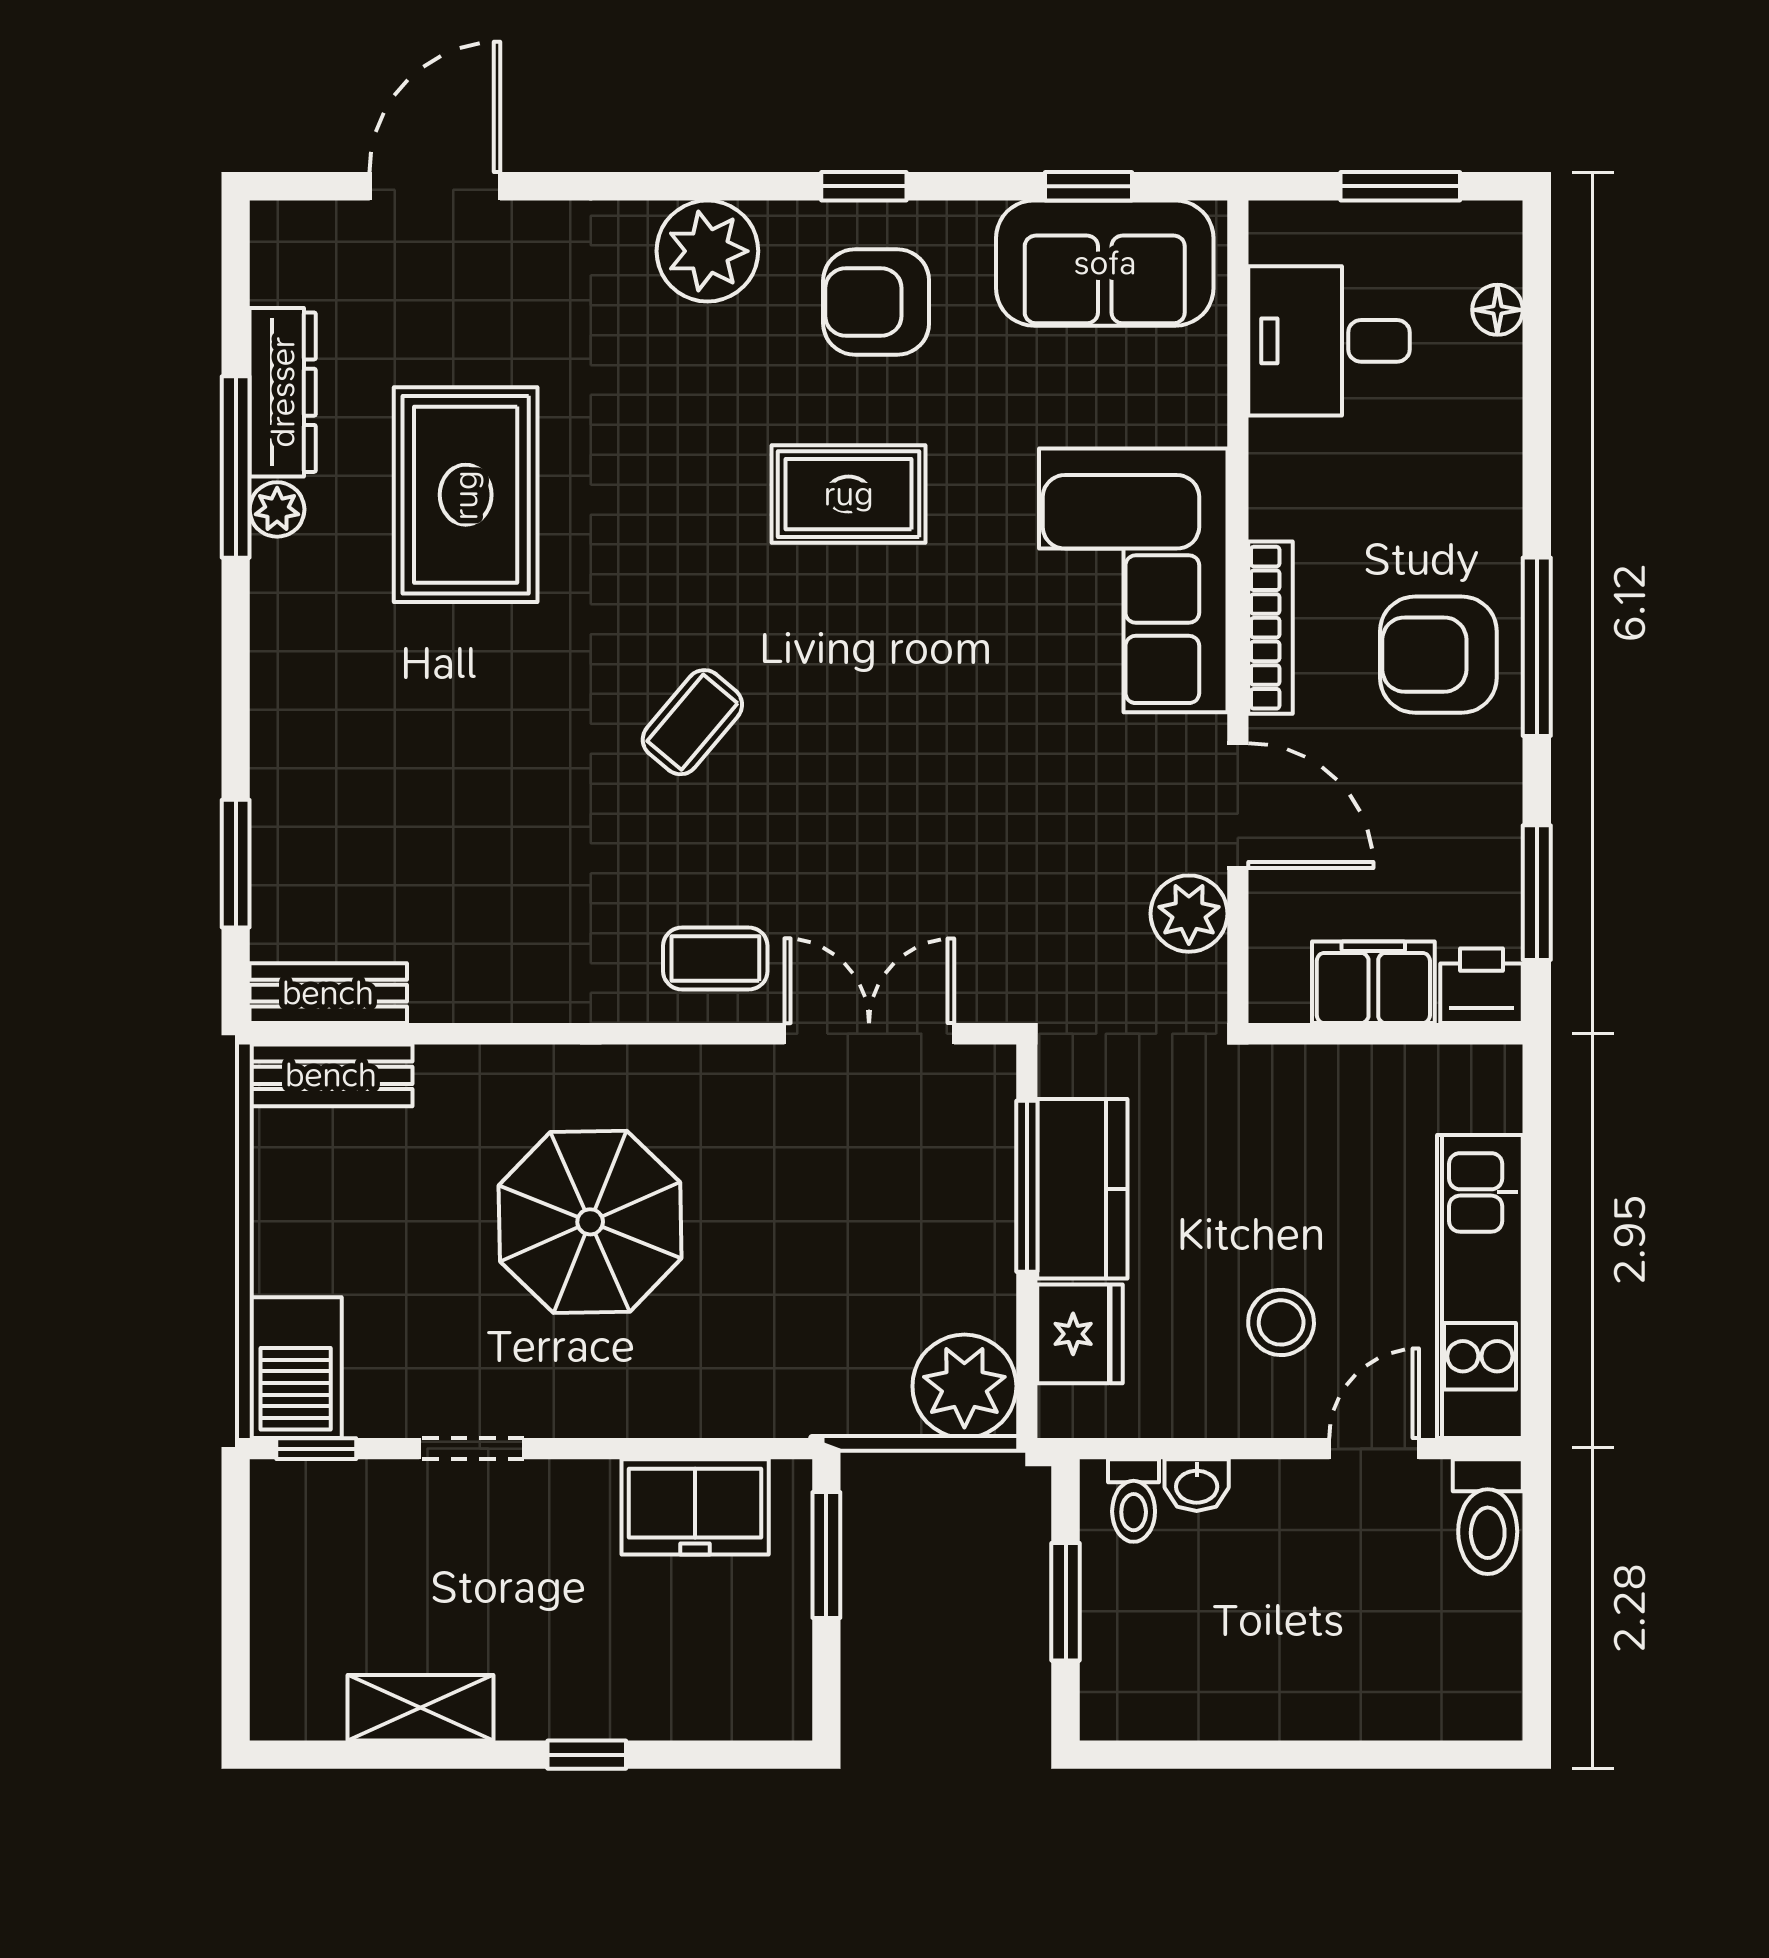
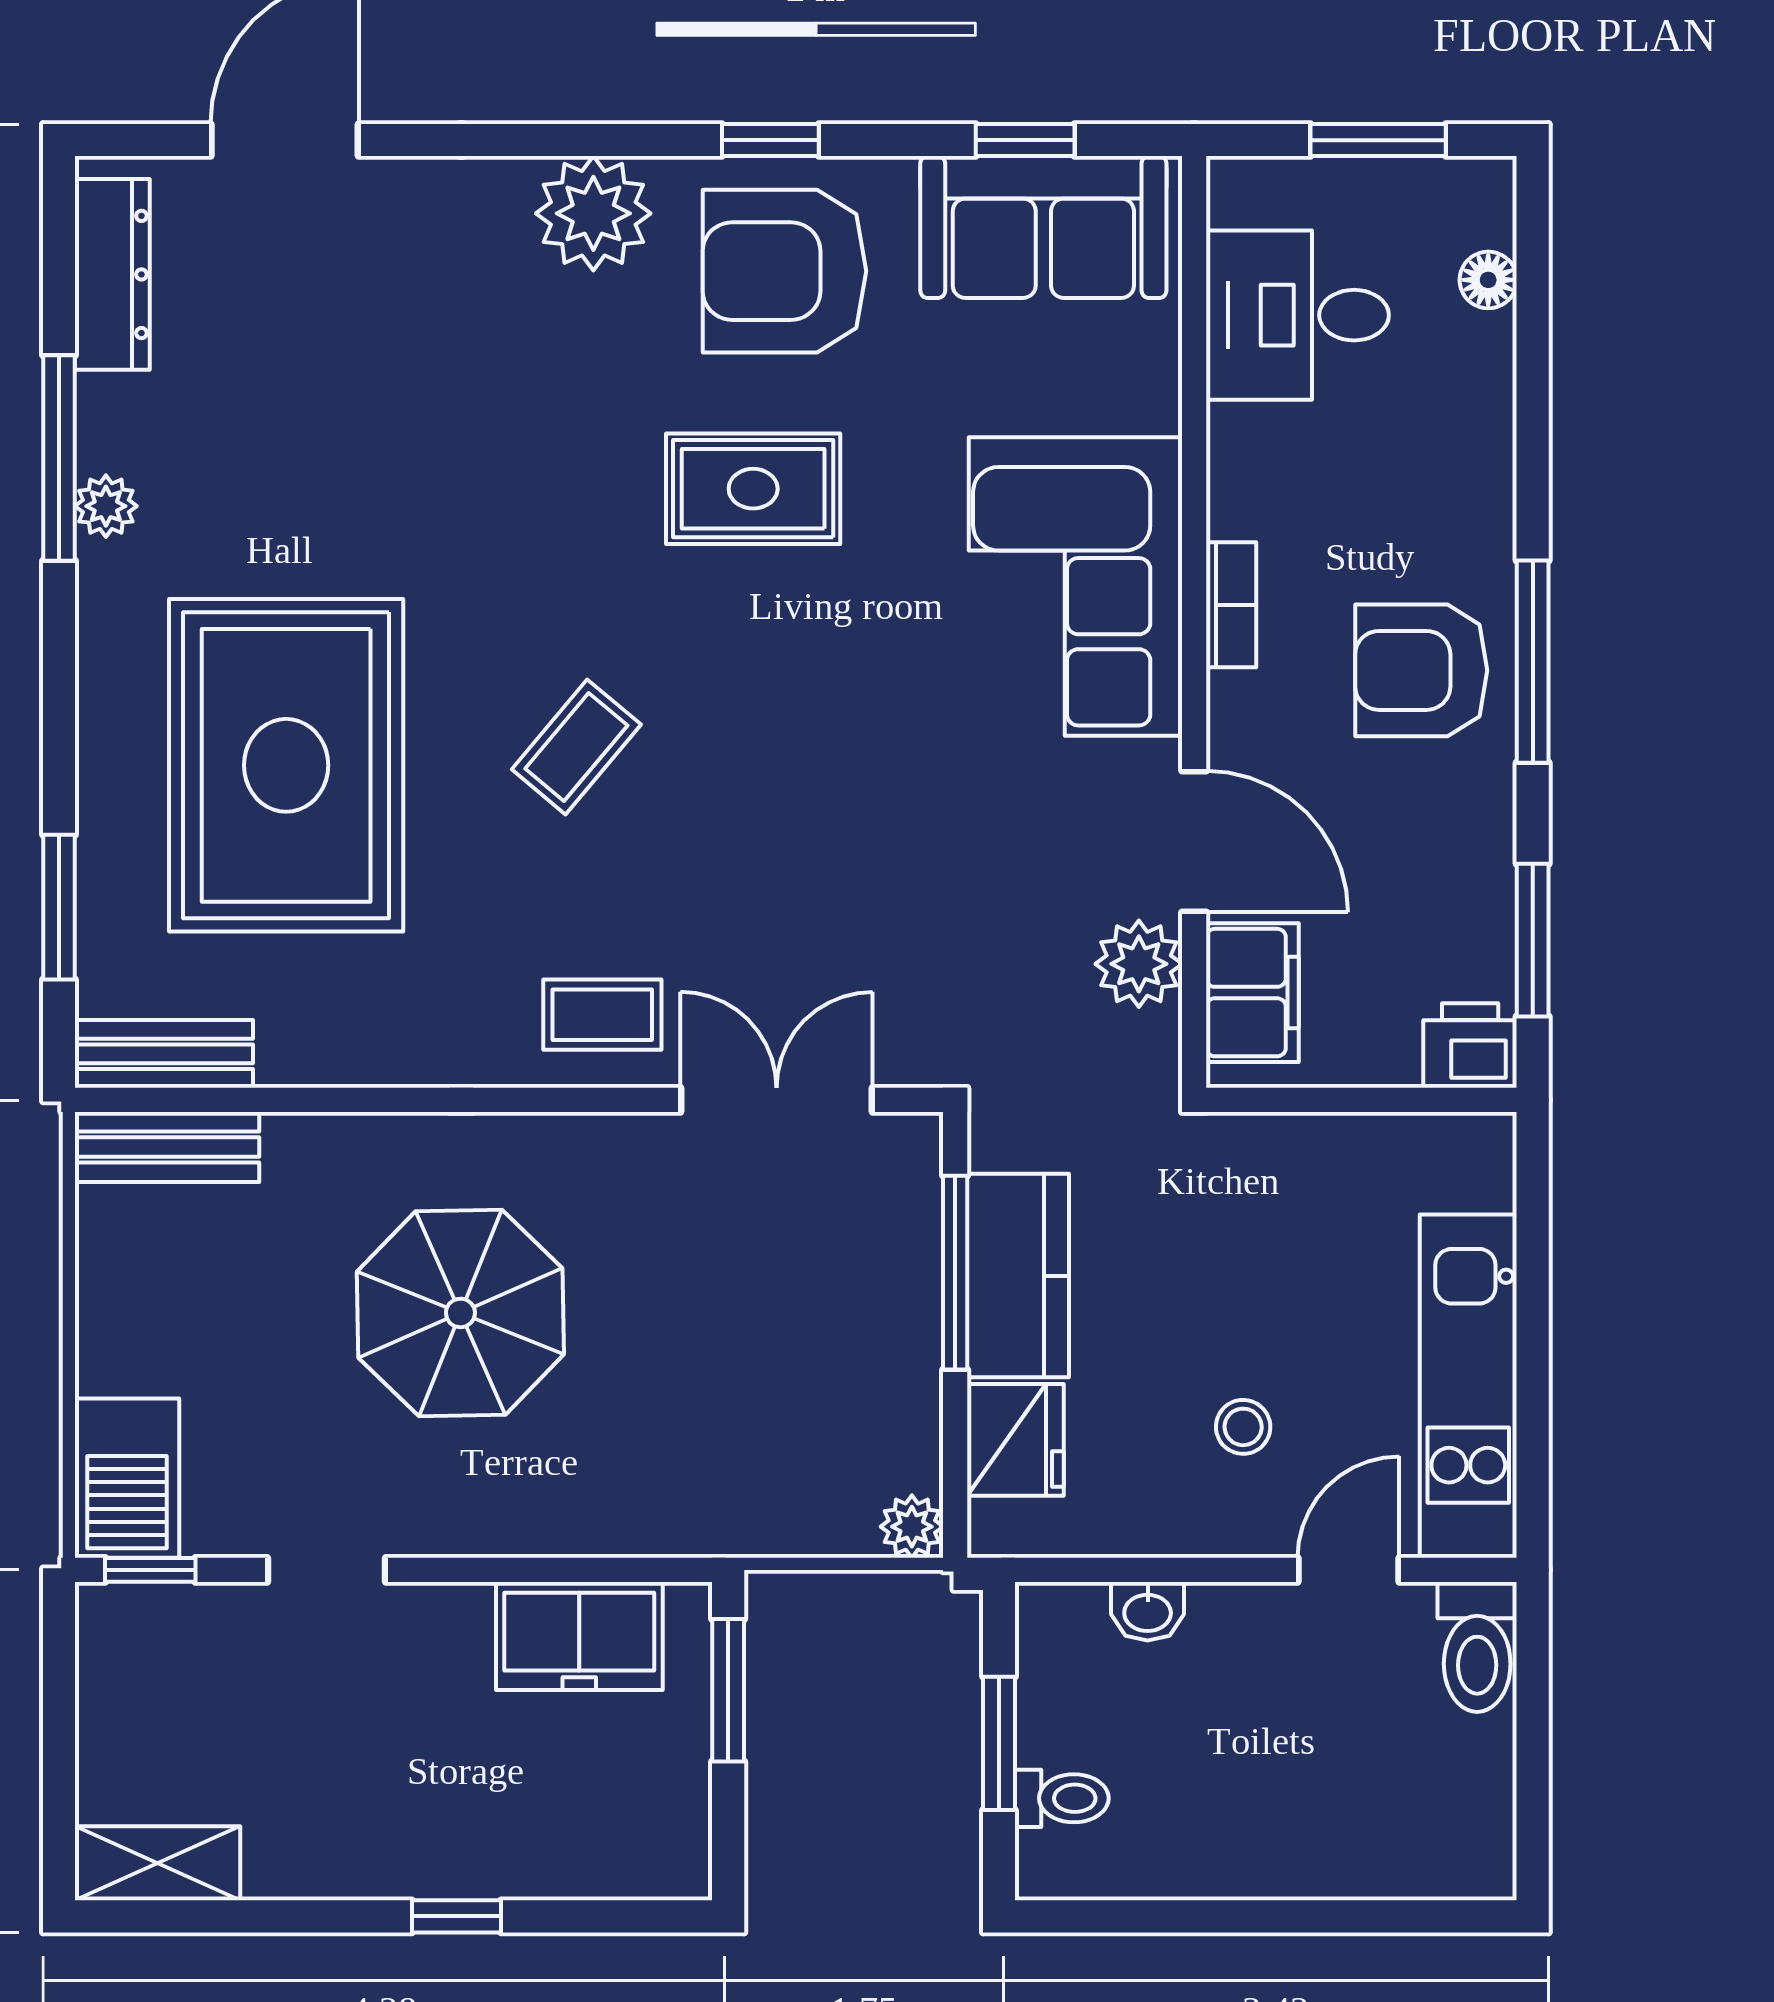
armchair: (876, 302) -> (784, 271), width x1.36, depth x1.36
dresser: (283, 392) -> (112, 274), moved
rug: (466, 495) -> (286, 765), moved, width x1.37, depth x1.44
bookcase: (1270, 628) -> (1231, 605), width x0.64
filing cabinet: (1373, 982) -> (1252, 993), moved, turned 90
stool: (1281, 1322) -> (1243, 1427), width x0.73, depth x0.73
plant: (964, 1386) -> (912, 1527), width x0.53, depth x0.53
toilet: (1134, 1501) -> (1062, 1798), moved, turned -90
shelving: (420, 1708) -> (157, 1863), moved

